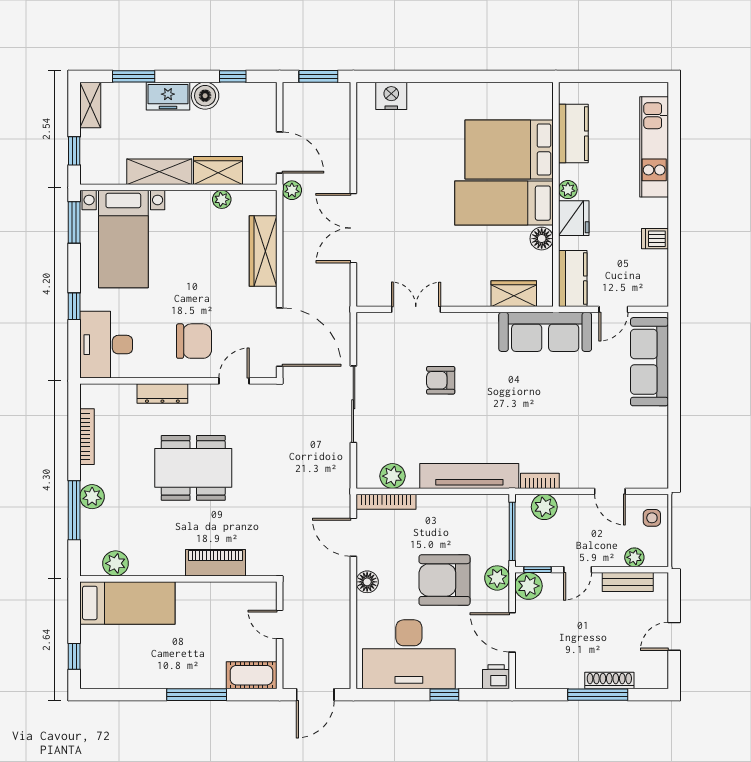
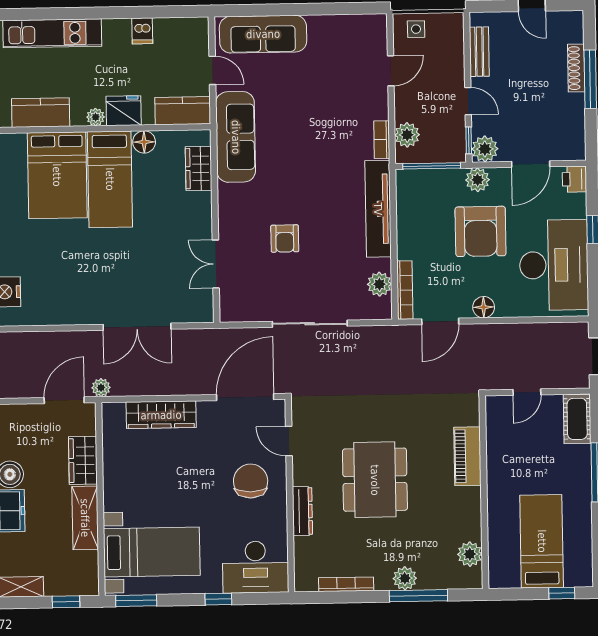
plant: (222, 199) -> (111, 456), removed
plant: (634, 557) -> (455, 46), removed
bed: (127, 603) -> (542, 541), moved

